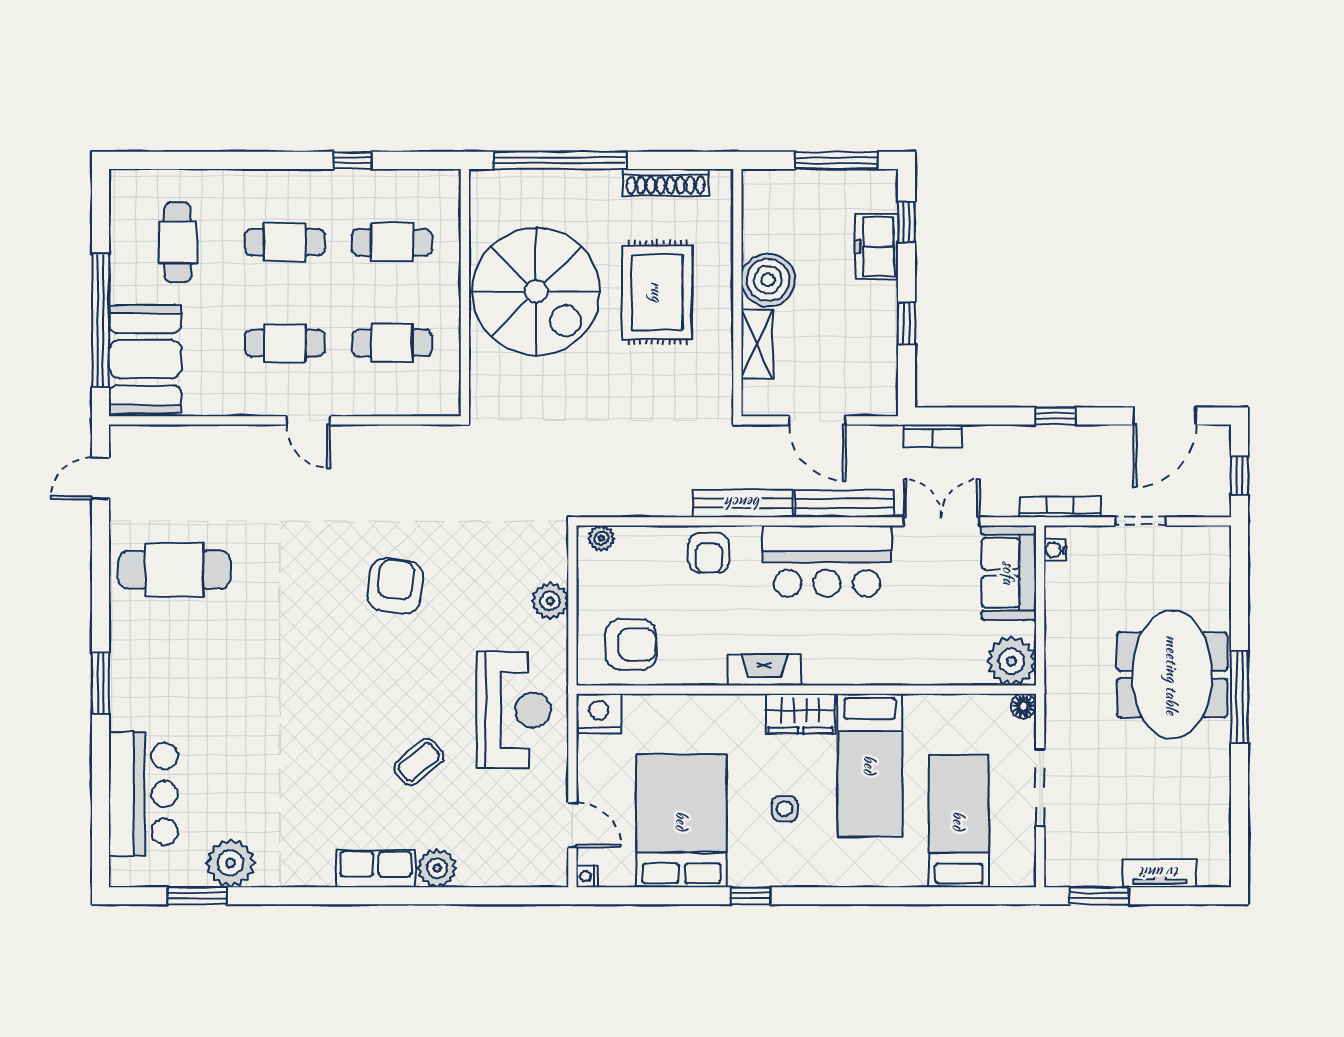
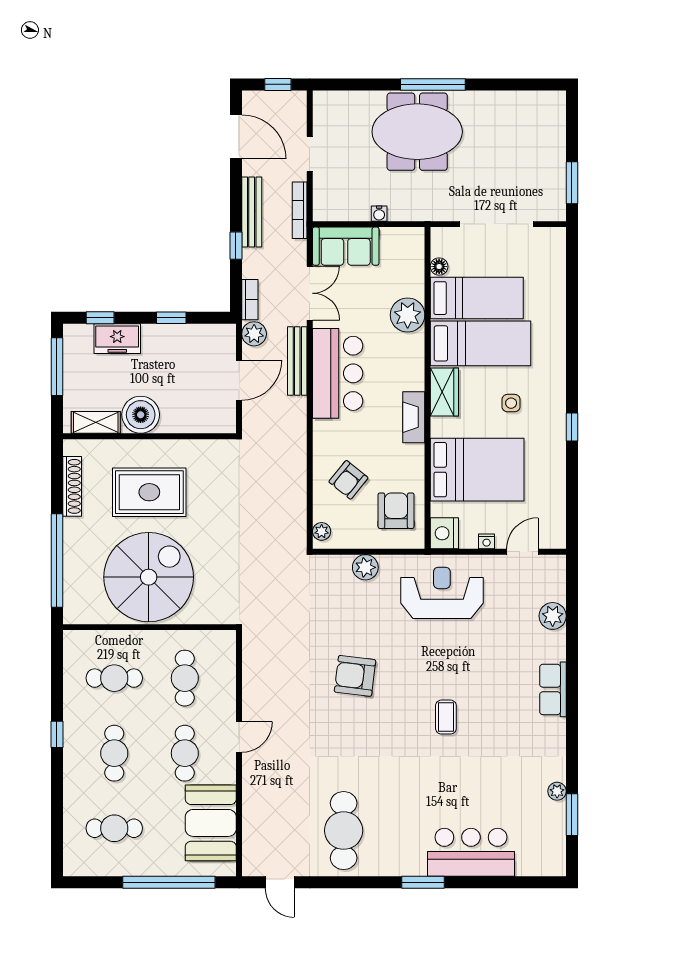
window: (352, 160) -> (57, 734), moved
cafe table: (392, 242) -> (114, 678), turned 90
shelving: (757, 344) -> (96, 422), moved
booth: (145, 359) -> (211, 823), moved, turned 90
window: (1056, 416) -> (236, 246), moved
plant: (883, 442) -> (254, 334), added
bench: (743, 503) -> (252, 212), moved
double door: (942, 521) -> (310, 293), swing flipped
water cooler: (1055, 550) -> (379, 214), moved
armchair: (709, 553) -> (348, 480), moved, turned 129
plant: (1011, 661) -> (408, 315), moved
floor lamp: (1024, 706) -> (439, 267), moved
coffee table: (419, 762) -> (446, 717), moved, turned 40
doorway: (1040, 788) -> (496, 224), width x1.36
bar counter: (143, 794) -> (471, 852), moved
bed: (682, 821) -> (477, 470), moved, turned 180
bed: (959, 821) -> (477, 298), moved, turned 180
plant: (231, 863) -> (557, 791), width x0.53, depth x0.53
plant: (437, 868) -> (553, 616), moved
tv unit: (1160, 873) -> (556, 140), removed
nightstand: (587, 876) -> (487, 541), moved

